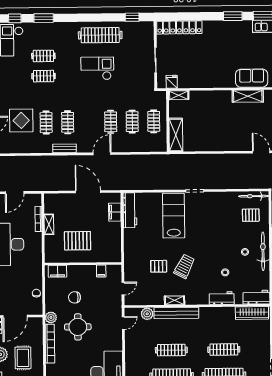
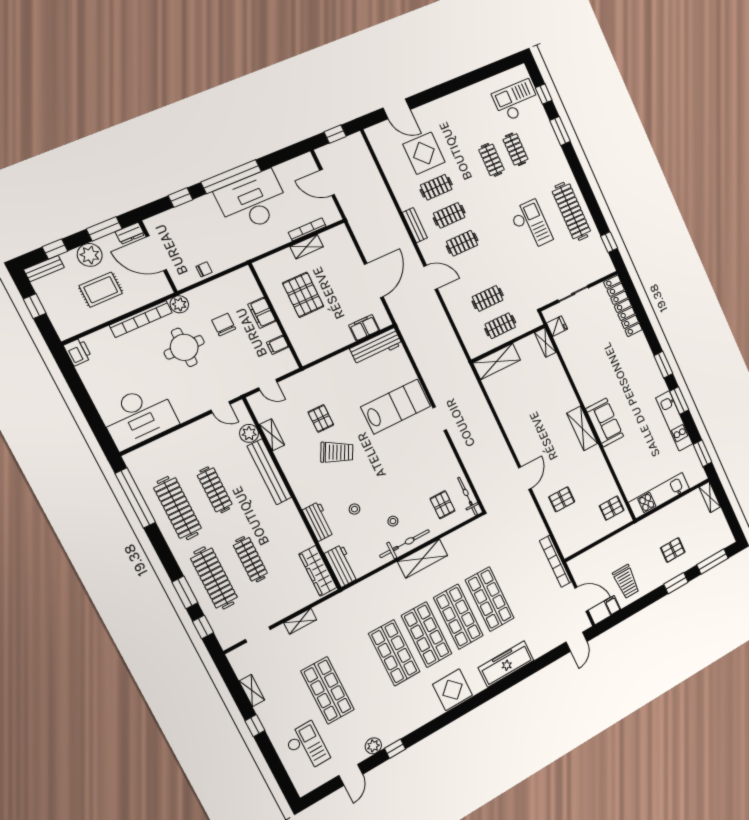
clothes rail: (111, 122) -> (462, 243), moved
filing cabinet: (57, 271) -> (262, 313), moved
shelving: (175, 300) -> (272, 435), moved

